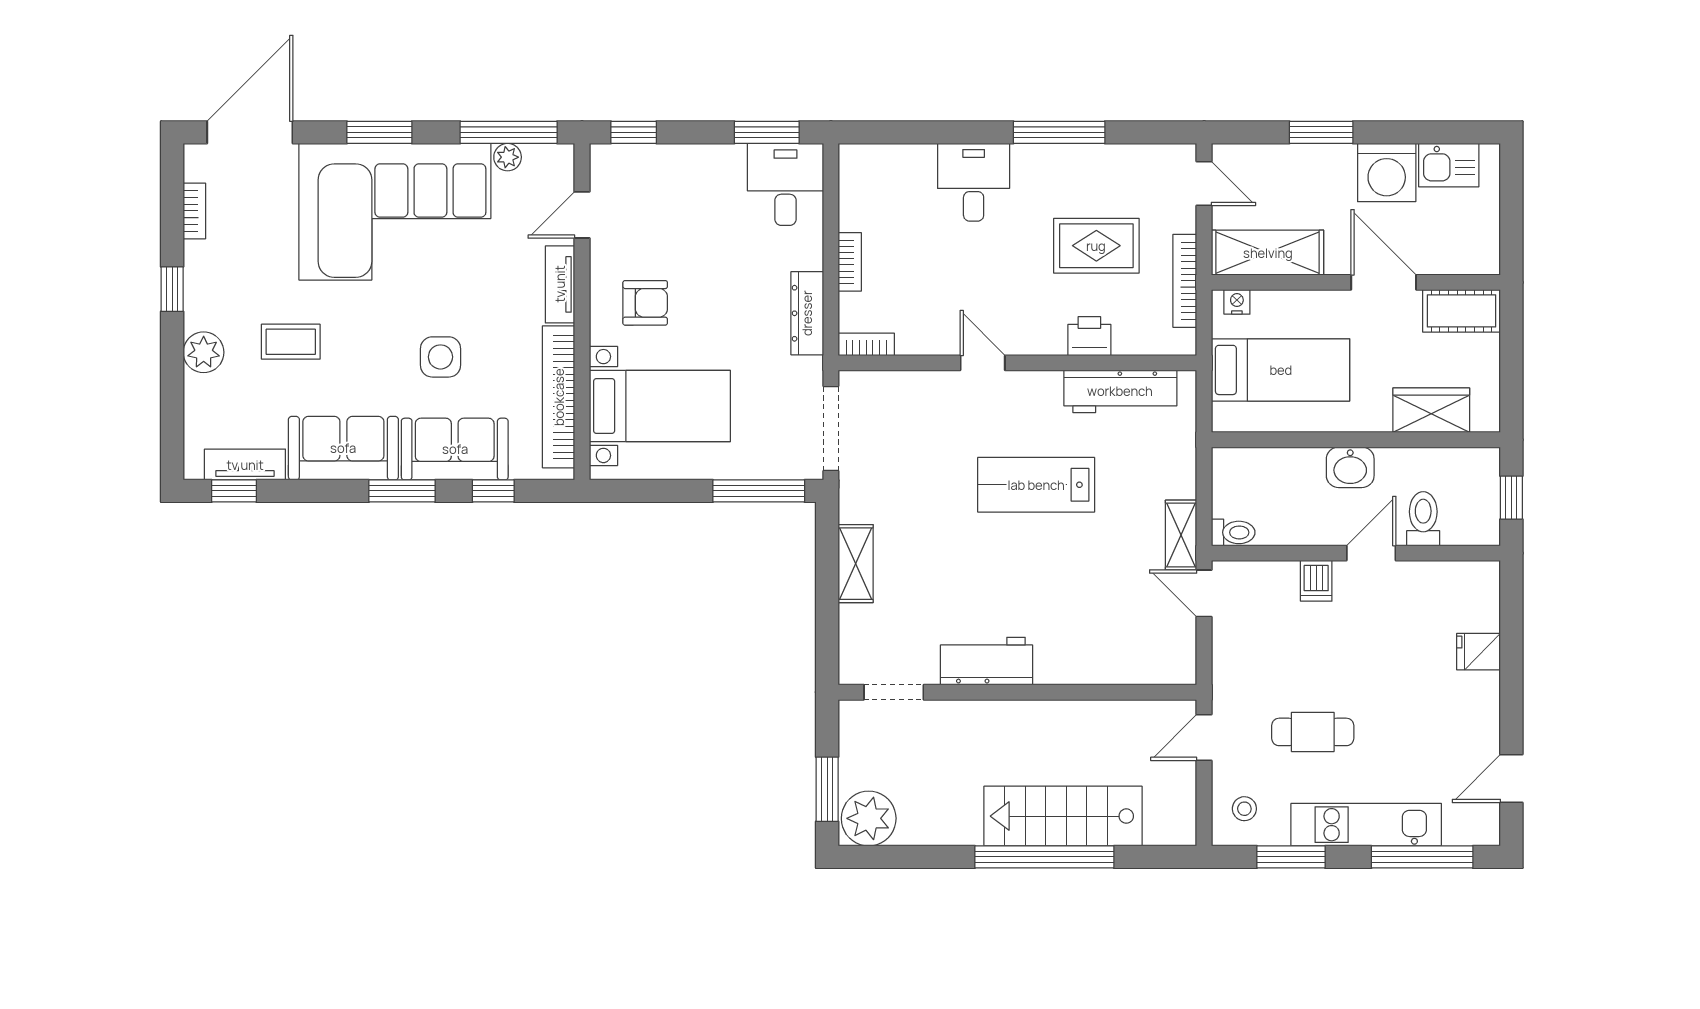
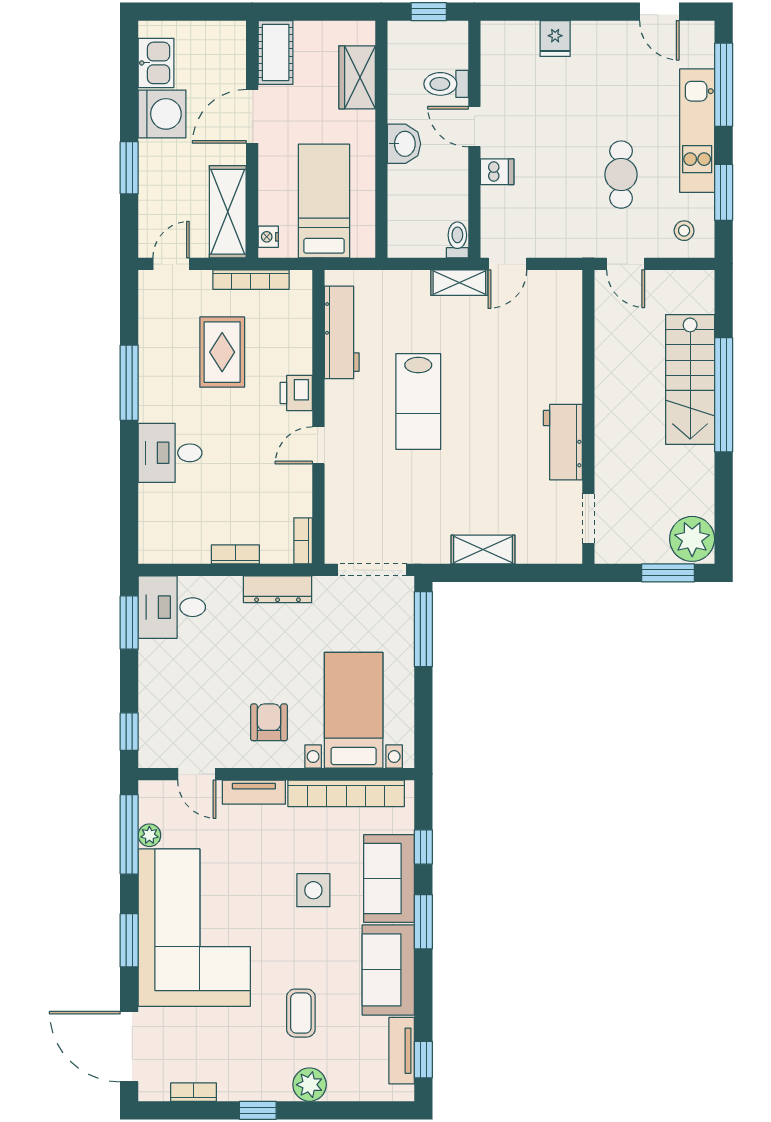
printer: (1089, 336) -> (296, 393), moved

